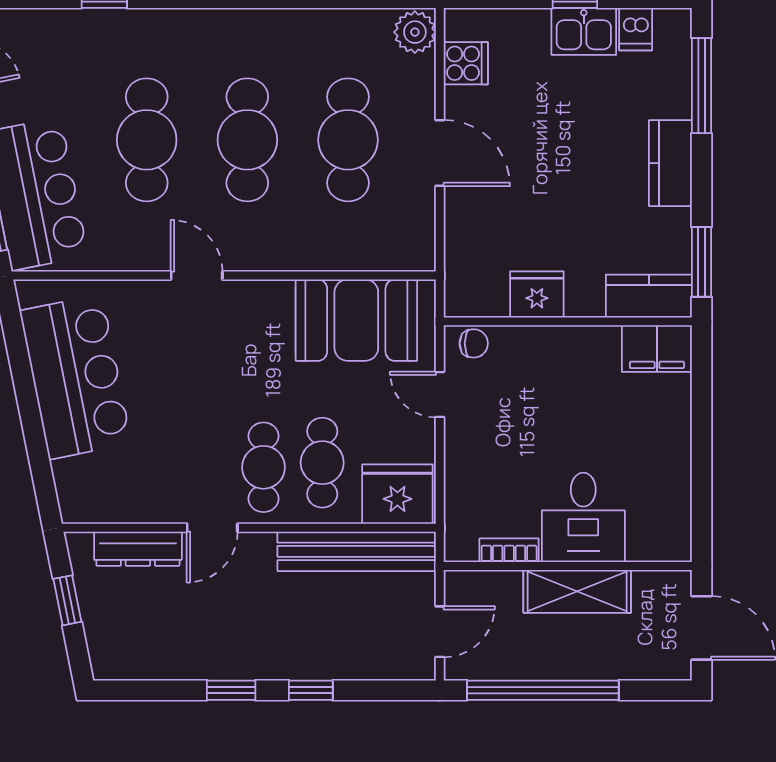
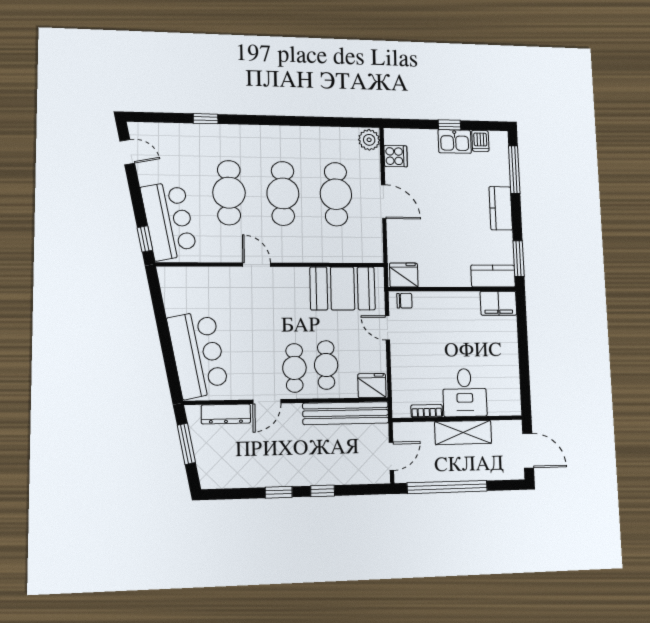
fridge: (537, 294) -> (404, 275), moved
bar counter: (76, 377) -> (198, 354), moved
fridge: (397, 494) -> (372, 386), width x0.73, depth x0.75
window: (67, 600) -> (186, 444), width x1.50

